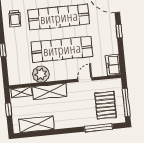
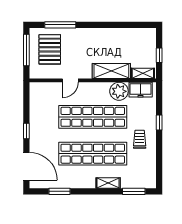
trolley: (15, 19) -> (140, 139), moved
freezer: (113, 65) -> (141, 90), moved, turned 90
shelving: (37, 124) -> (129, 35), removed

